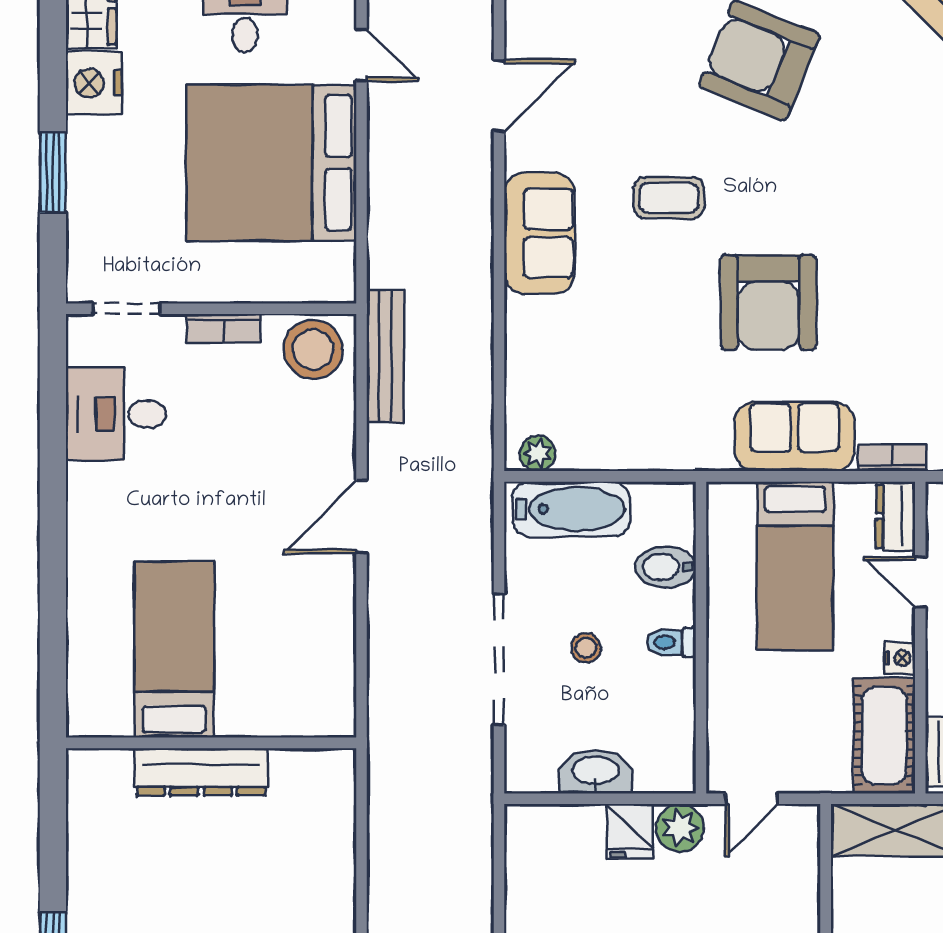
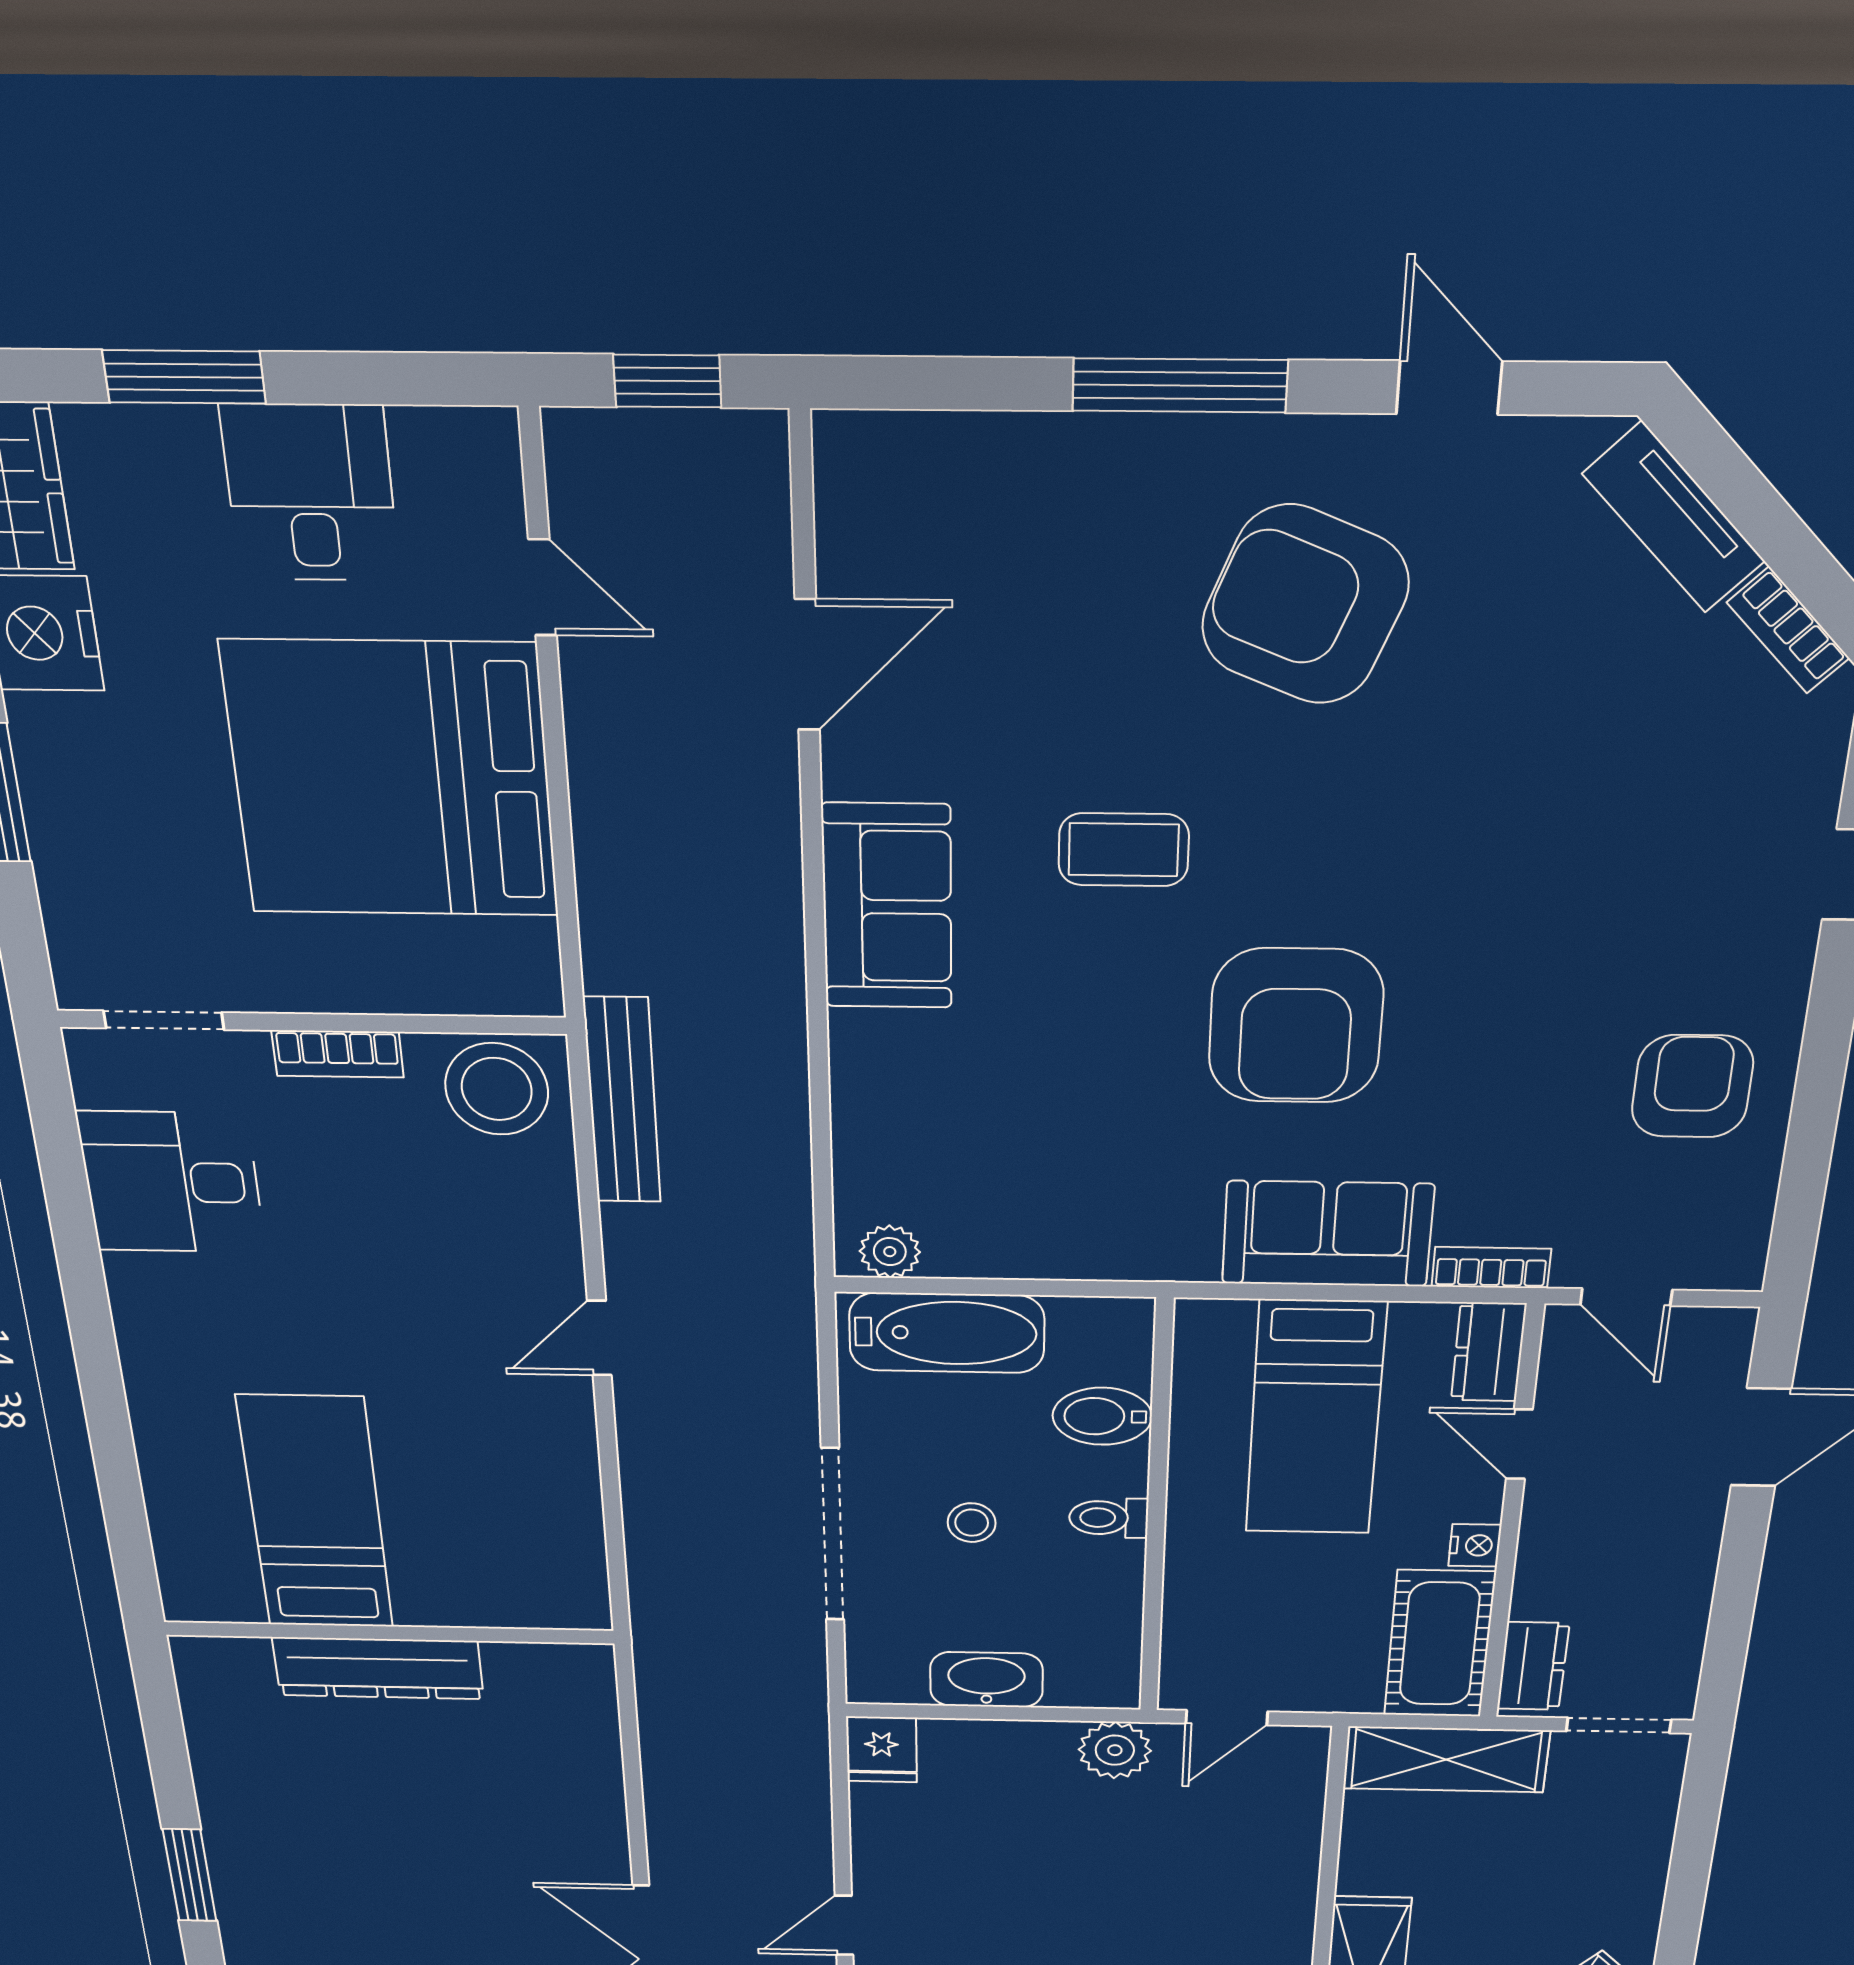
door: (361, 517) -> (599, 1338), width x0.73
fridge: (630, 831) -> (882, 1750), moved

